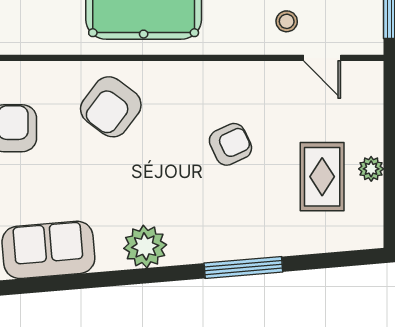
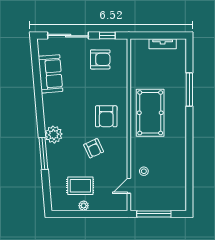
armchair: (111, 107) -> (106, 116), moved, turned -127
plant: (145, 246) -> (54, 135), moved

